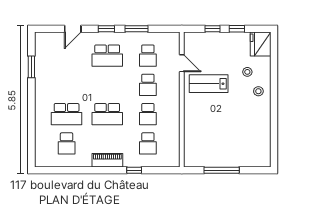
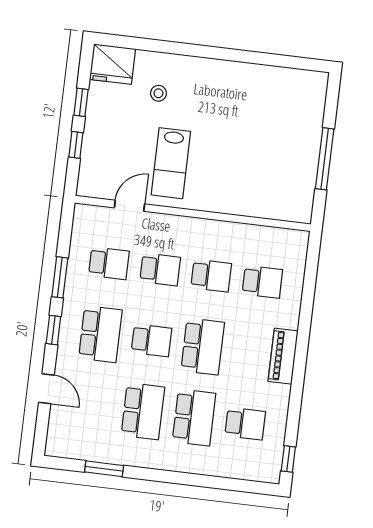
school desk: (67, 85) -> (143, 411), added
school desk: (107, 85) -> (151, 340), added
stool: (258, 91) -> (194, 78), removed
window: (134, 170) -> (288, 459), moved

